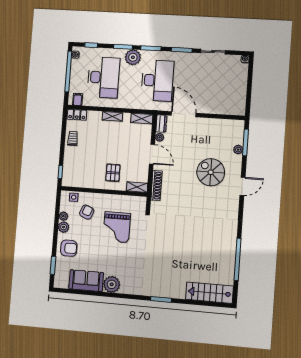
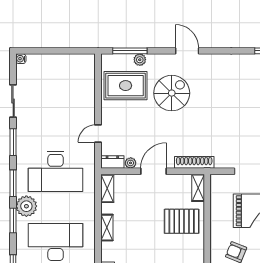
desk: (157, 81) -> (56, 171), turned 180
door: (184, 114) -> (98, 134), width x0.53
rug: (219, 137) -> (126, 86), added
spiral stairs: (211, 172) -> (172, 93), turned 180
pallet: (113, 173) -> (182, 221), width x1.50, depth x1.42

